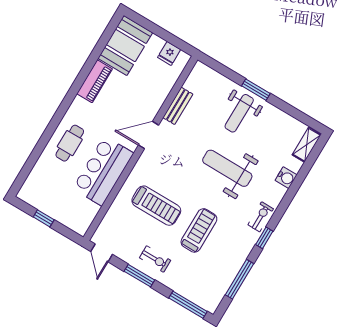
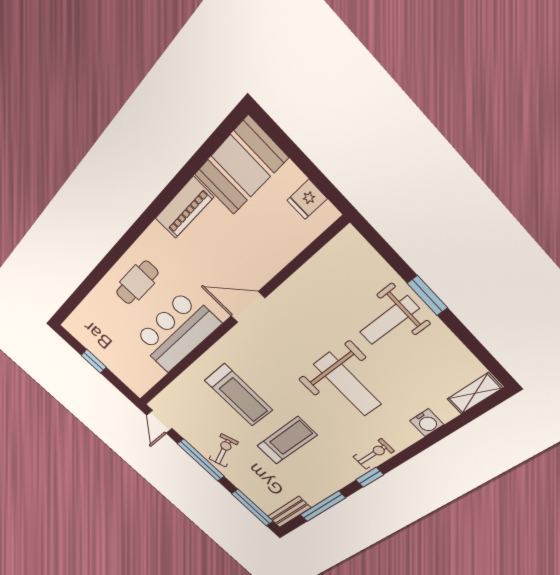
bench: (178, 106) -> (289, 512), moved
weight bench: (227, 168) -> (347, 384), turned 180
exercise bike: (155, 259) -> (224, 451), turned -111
window: (139, 276) -> (201, 460), width x1.44

